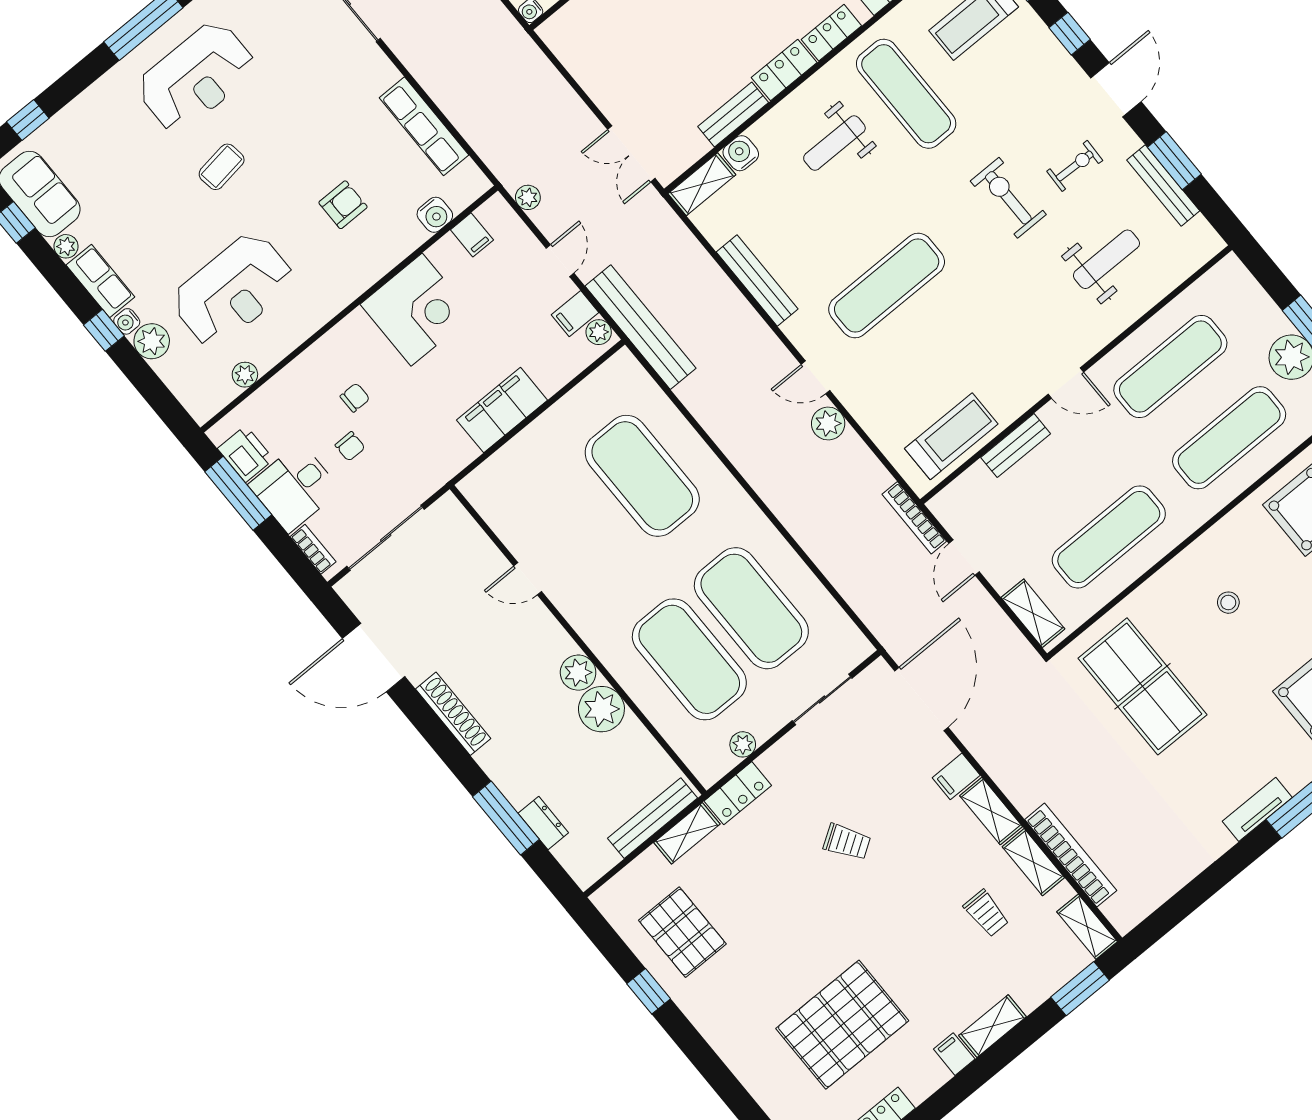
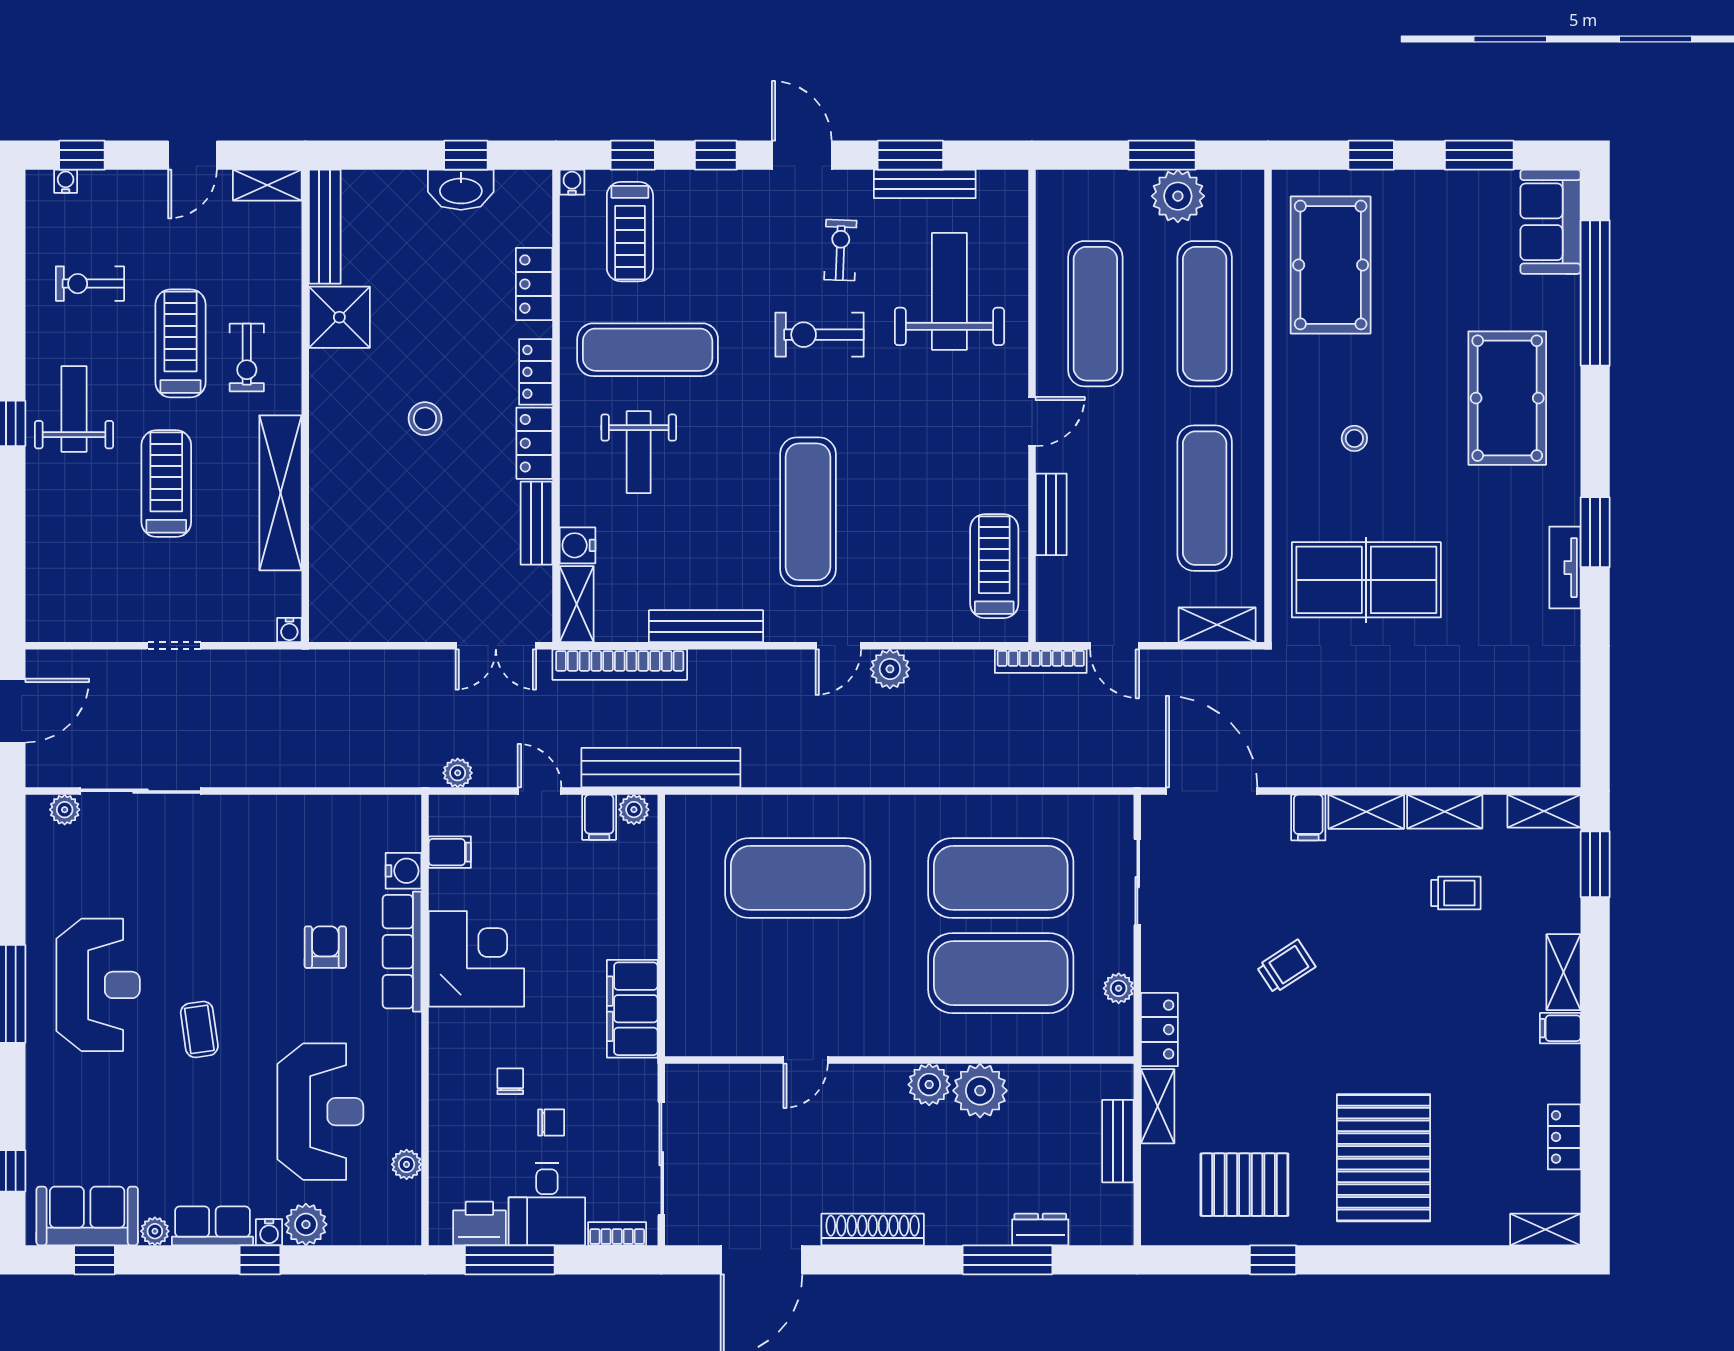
row of seats: (424, 126) -> (402, 952), moved, turned 90
weight bench: (1106, 259) -> (949, 291), width x1.36, depth x1.33
filing cabinet: (502, 410) -> (632, 1009), moved
bench: (653, 818) -> (1118, 1141), width x0.73
bookcase: (1071, 855) -> (620, 665), moved, turned 180
pallet: (842, 1025) -> (1384, 1158), moved

